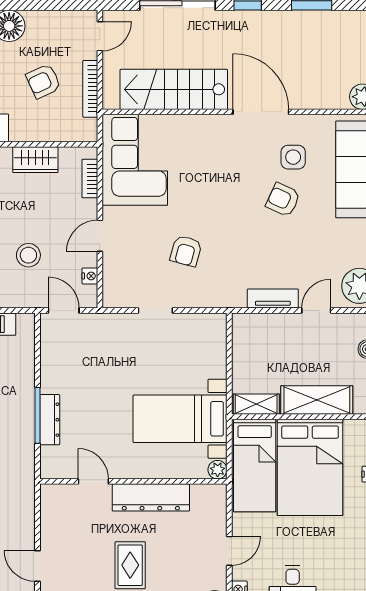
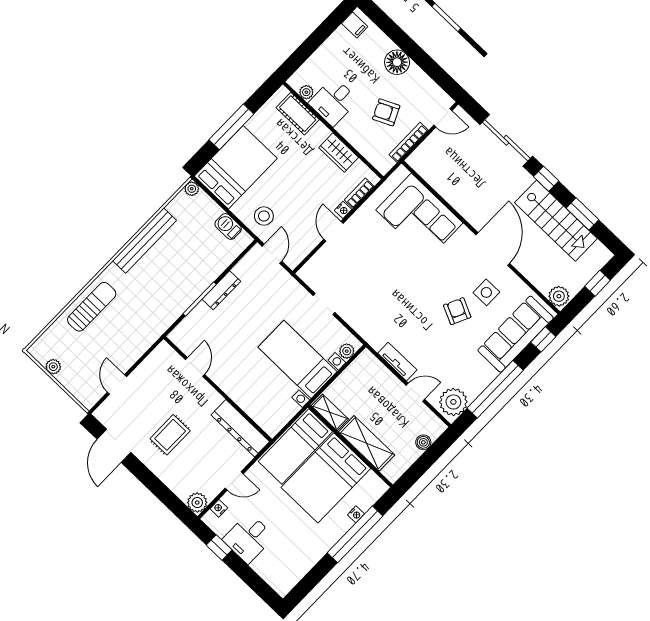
stairs: (174, 89) -> (556, 221), moved, turned 180
corner sofa: (135, 160) -> (419, 216), moved, turned 90
door: (100, 236) -> (333, 231), hinge flipped
armchair: (186, 251) -> (374, 287), removed
stool: (28, 255) -> (264, 216), moved
nightstand: (90, 276) -> (343, 210), moved
bed with nightstands: (180, 419) -> (297, 359), moved
dresser: (50, 420) -> (221, 290), moved
plant: (218, 470) -> (347, 351), moved
dresser: (151, 497) -> (240, 428), moved

